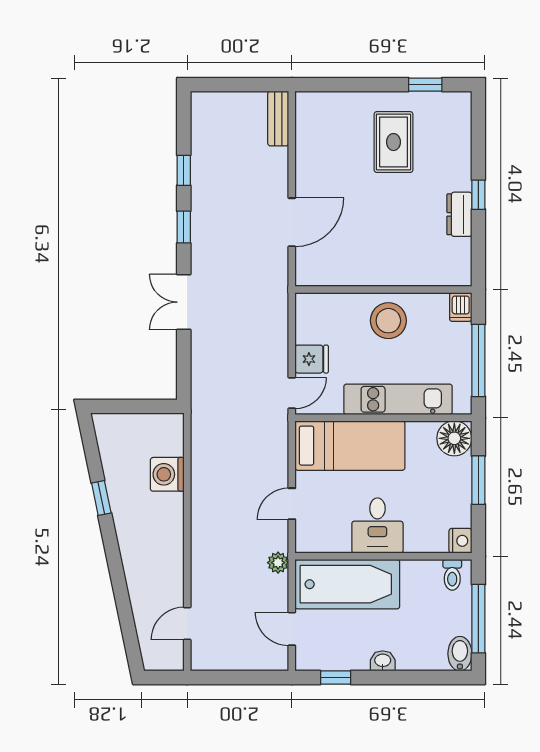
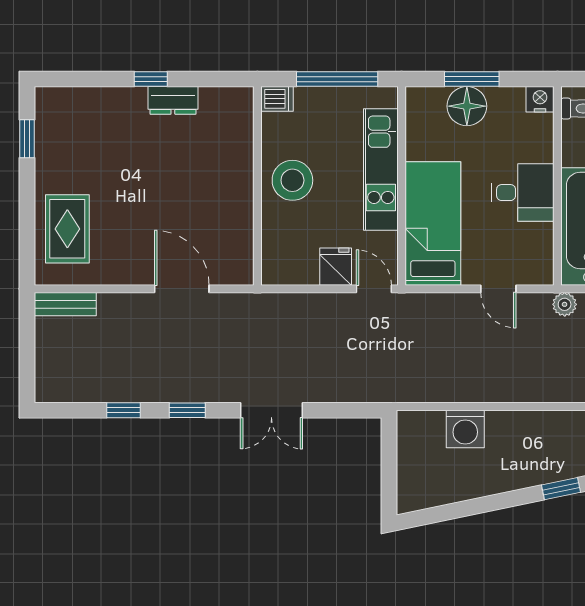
rug: (394, 142) -> (67, 229), moved, turned 90
floor lamp: (454, 438) -> (467, 106), moved
window: (101, 498) -> (561, 489), moved

